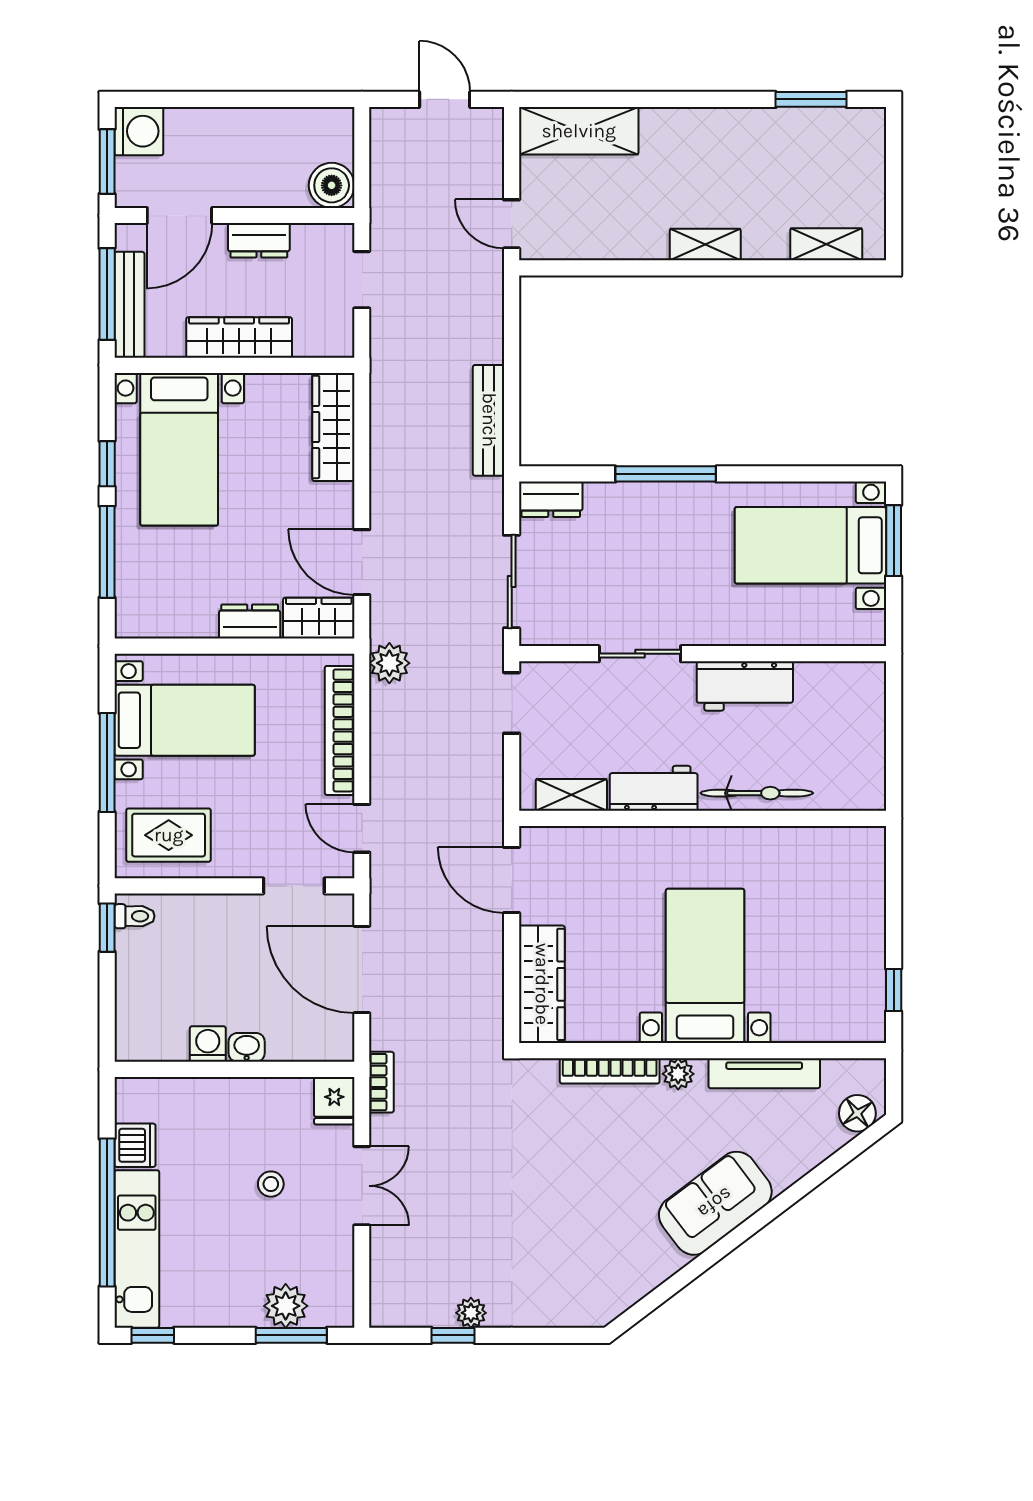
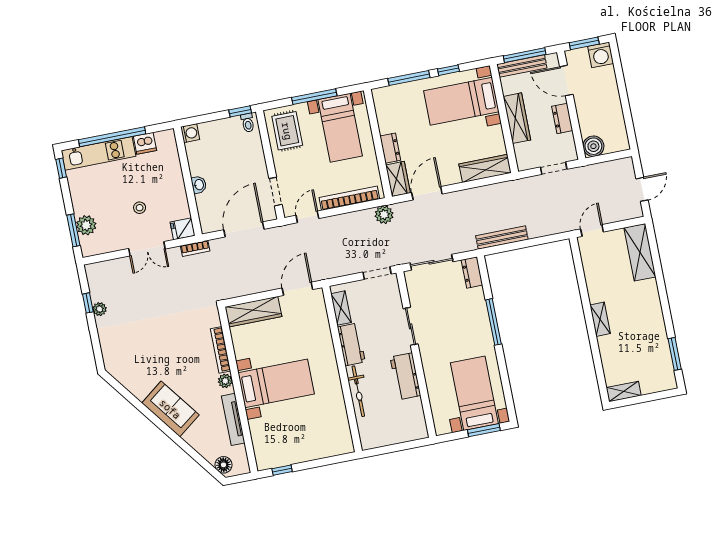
shelving: (826, 244) -> (624, 391), moved, turned 90
washing machine: (208, 1044) -> (190, 133), moved

